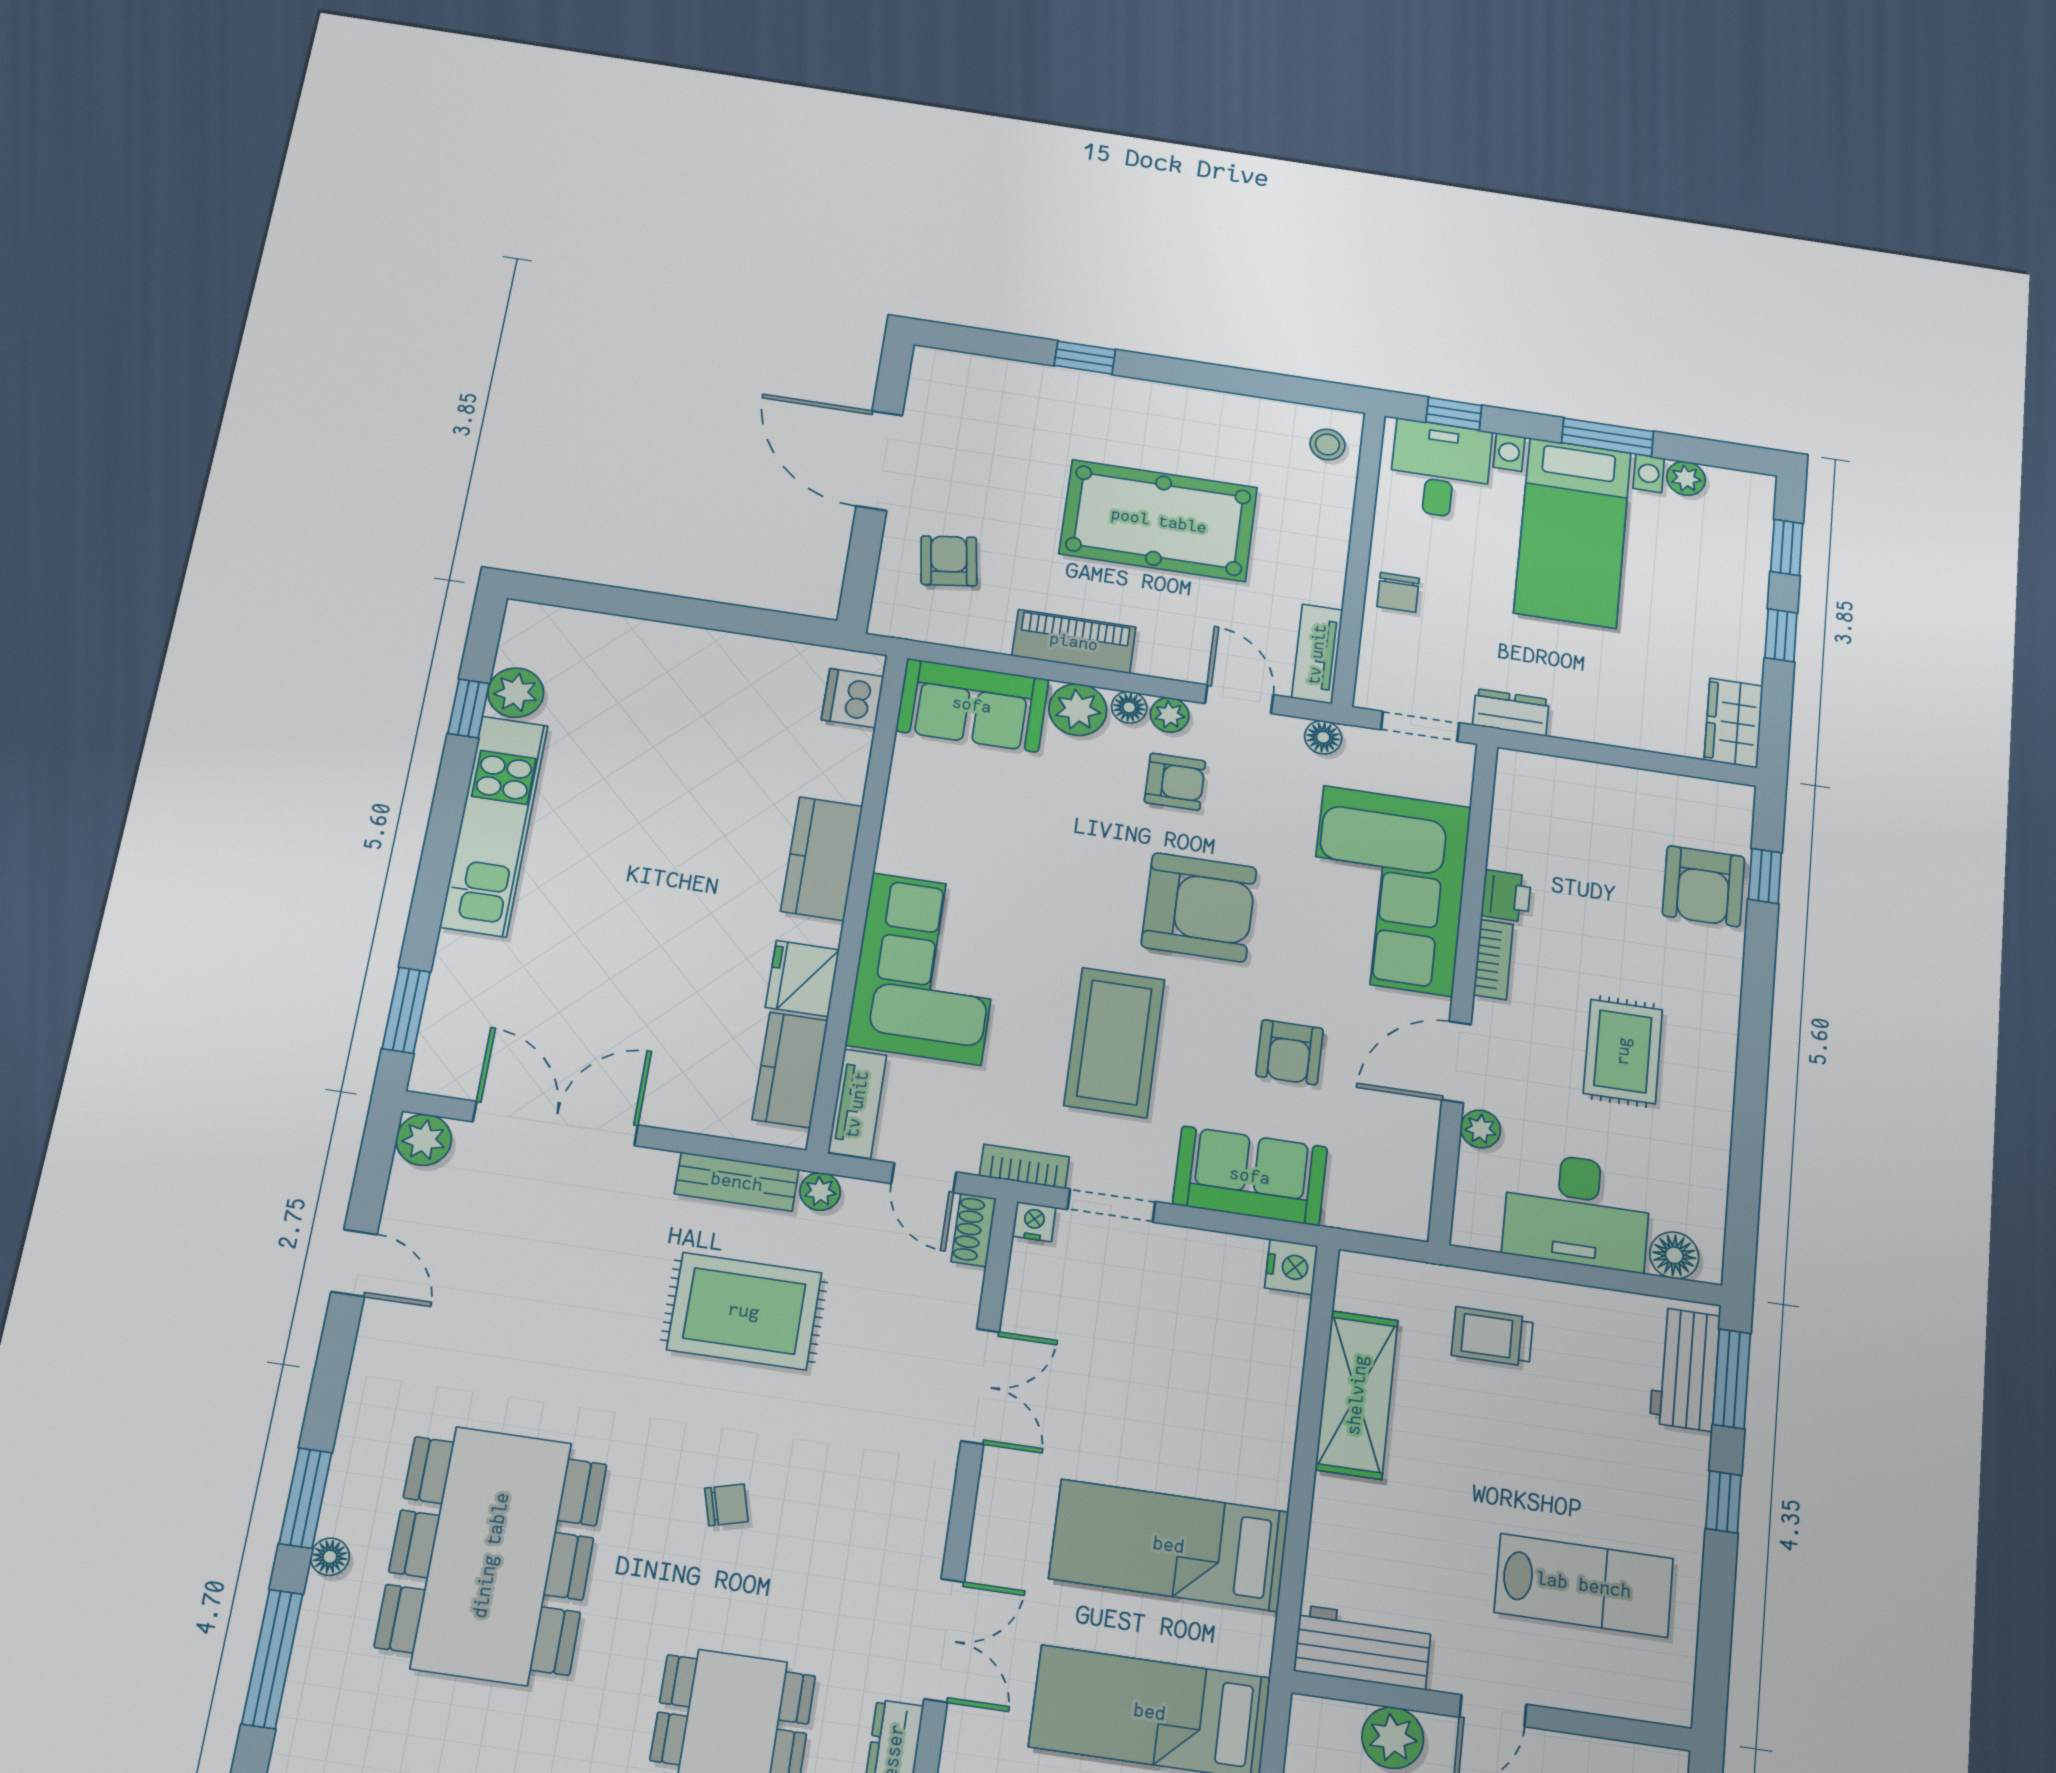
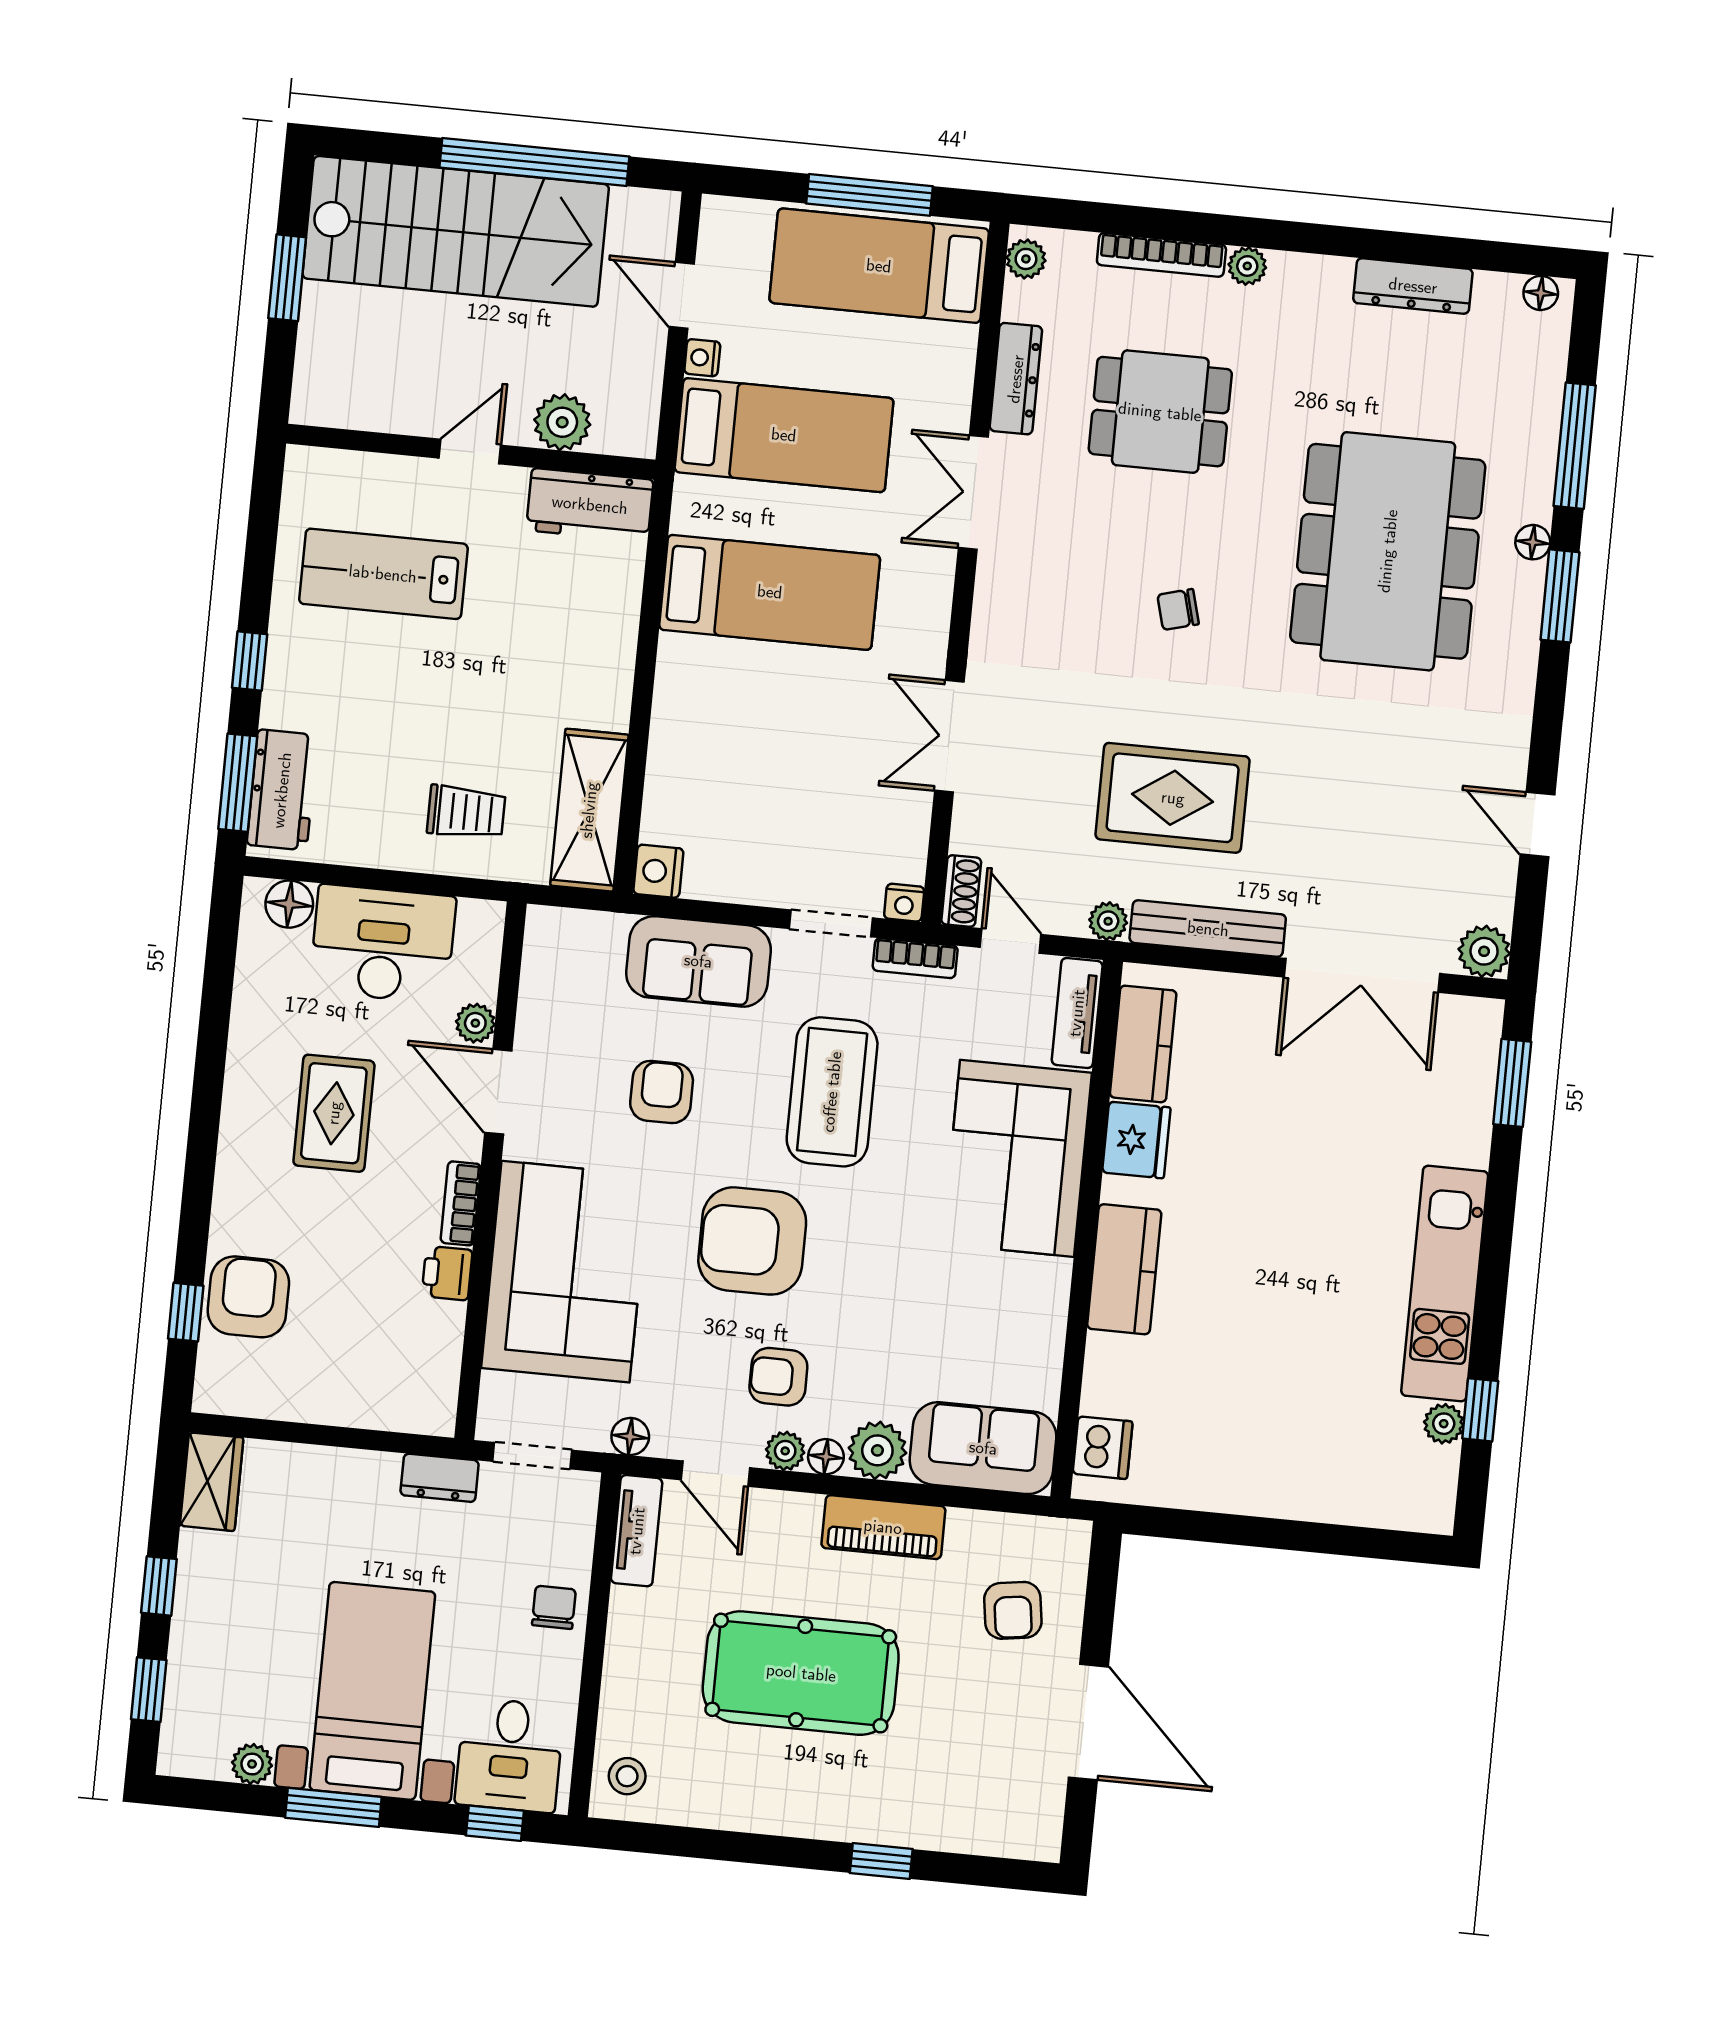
plant: (516, 693) -> (1444, 1424), width x0.73, depth x0.73
door: (1456, 1062) -> (498, 1092), swing flipped
bench: (737, 1182) -> (1208, 929), width x1.36
shelving: (1357, 1395) -> (589, 810), moved

